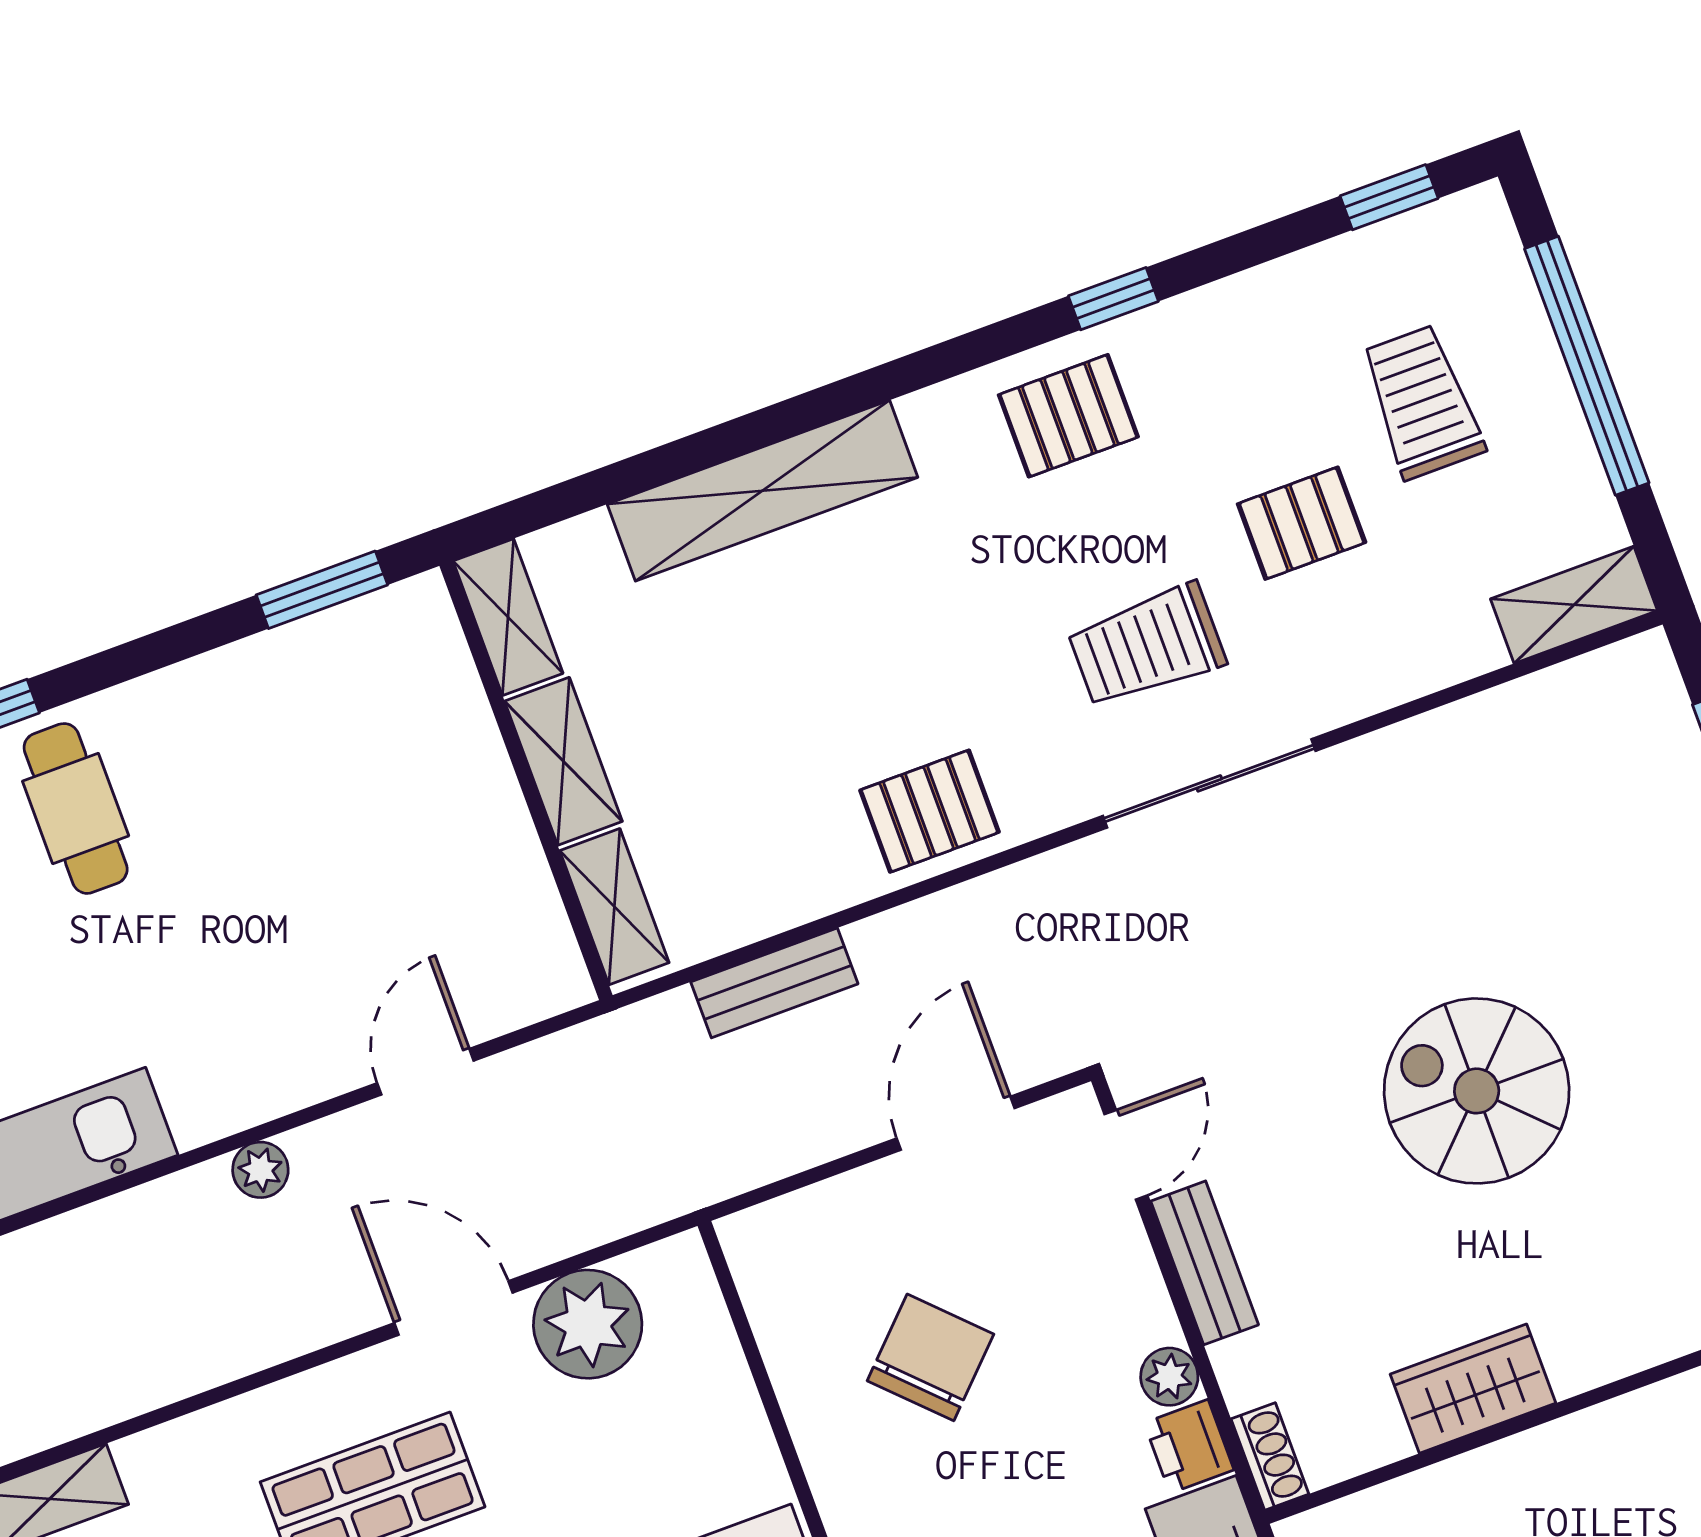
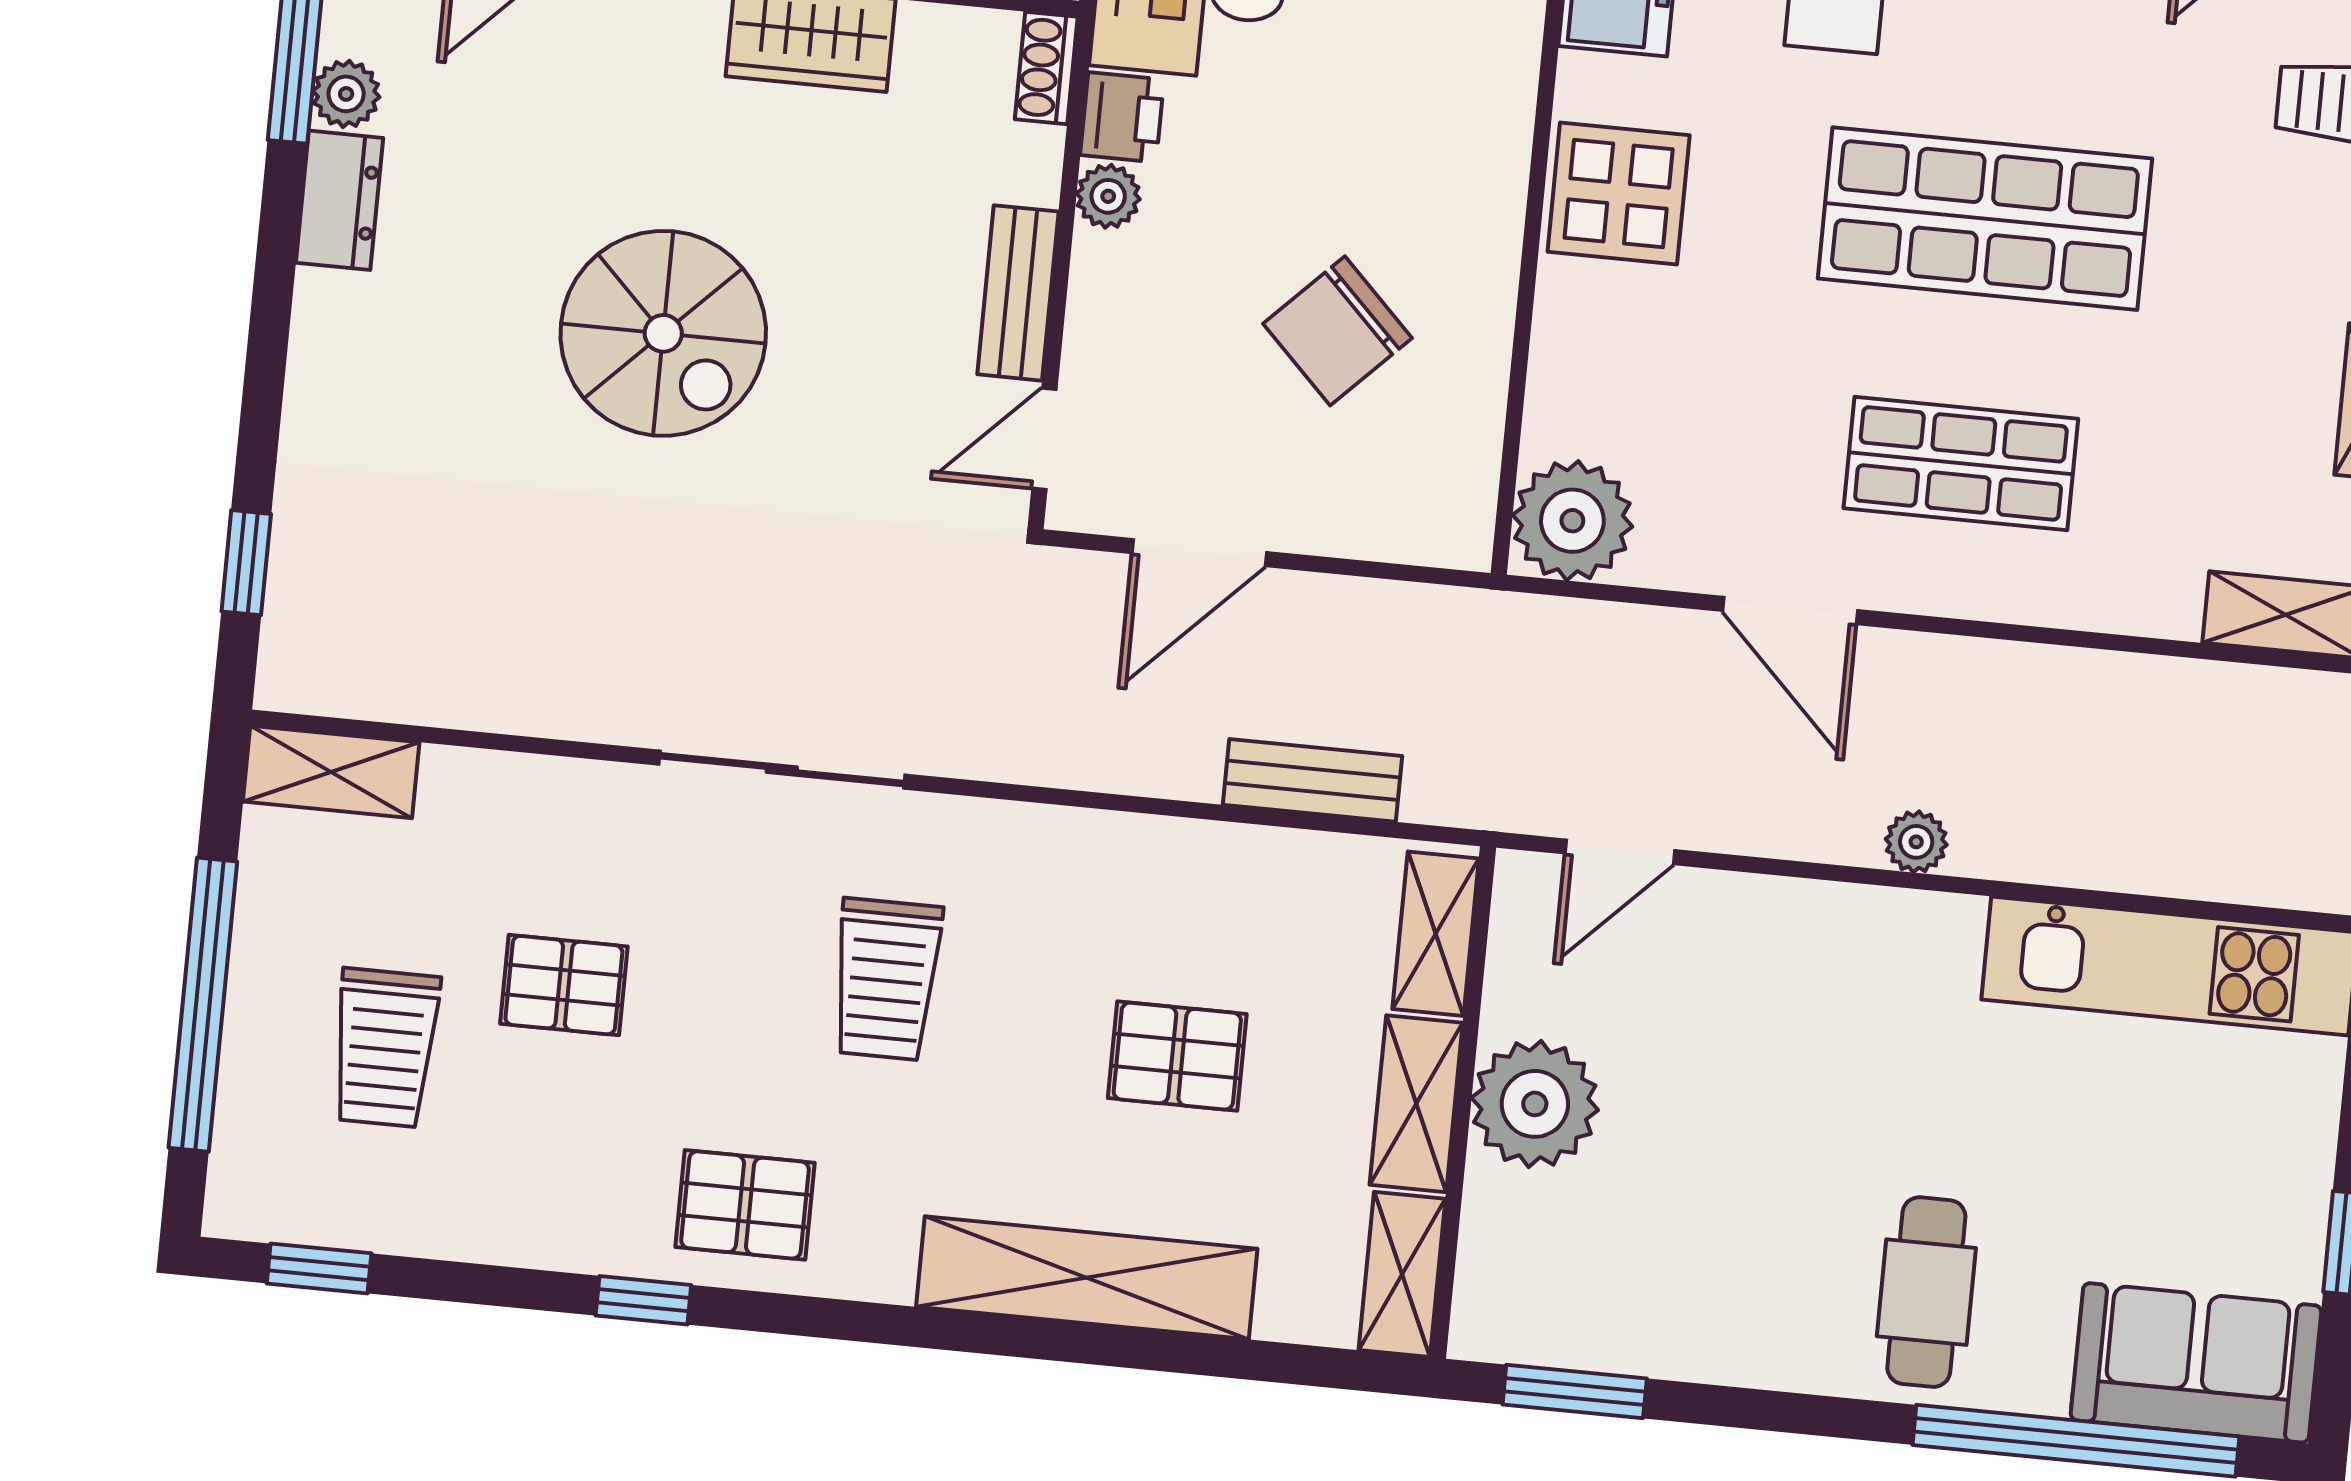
trolley: (1147, 646) -> (886, 979), moved, turned 90
plant: (467, 808) -> (1535, 1104), added
pallet: (929, 811) -> (1177, 1056), moved
door: (425, 1072) -> (1620, 852), moved
plant: (588, 1324) -> (1572, 521), moved

